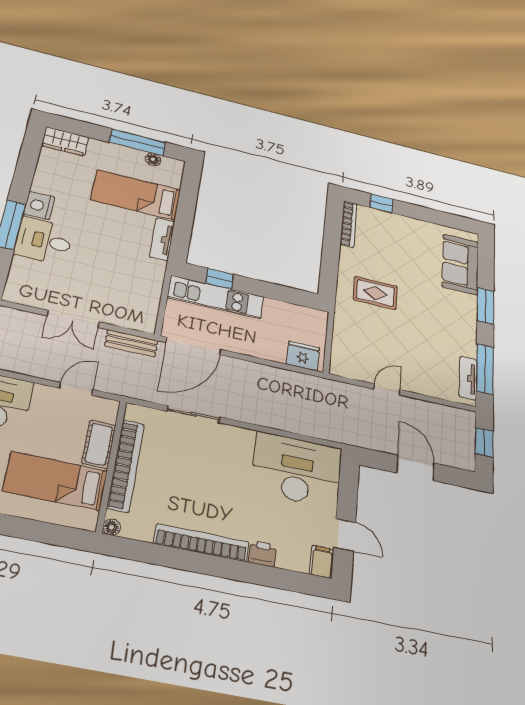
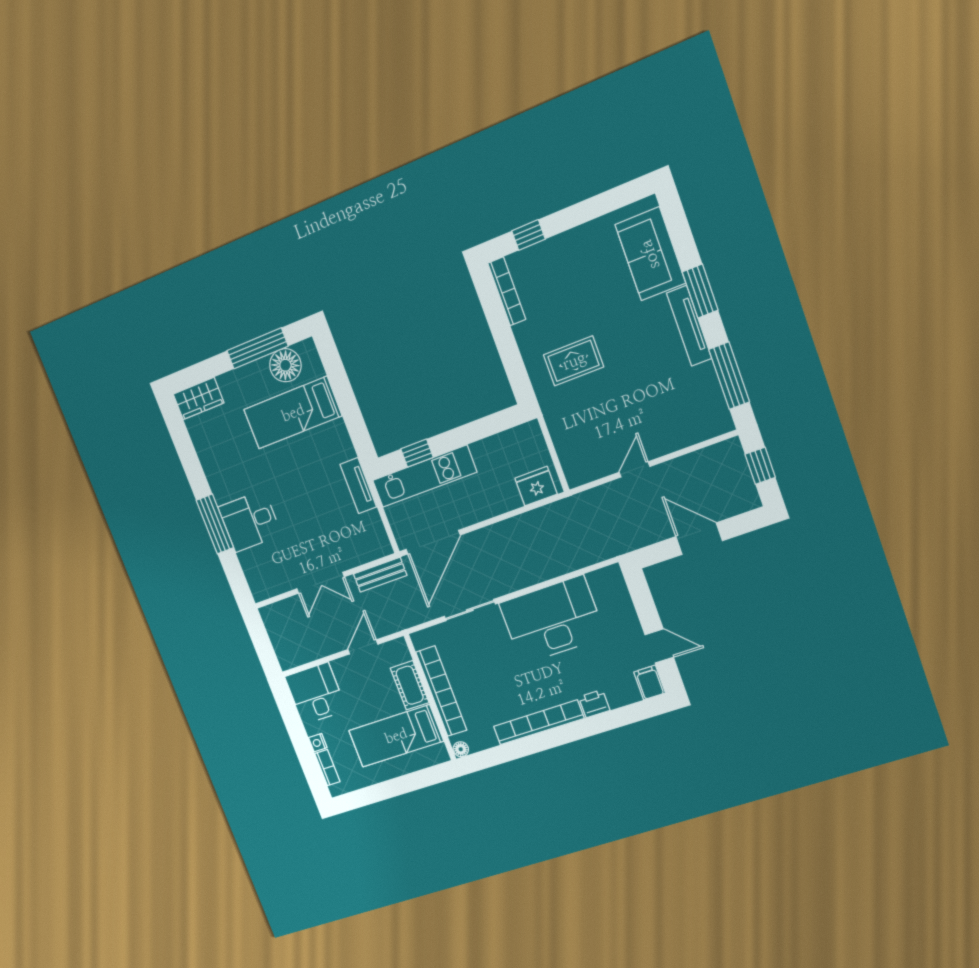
floor lamp: (153, 159) -> (285, 365), width x1.89, depth x1.89
nightstand: (39, 206) -> (223, 487), removed
tv unit: (162, 239) -> (358, 486), moved
tv unit: (468, 378) -> (689, 326), moved, width x1.41
desk: (297, 470) -> (552, 620), moved

